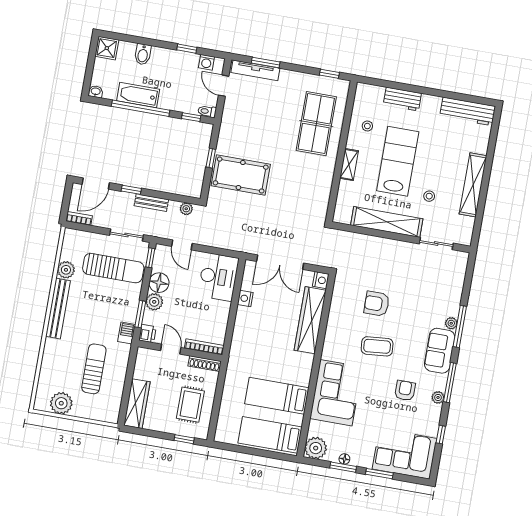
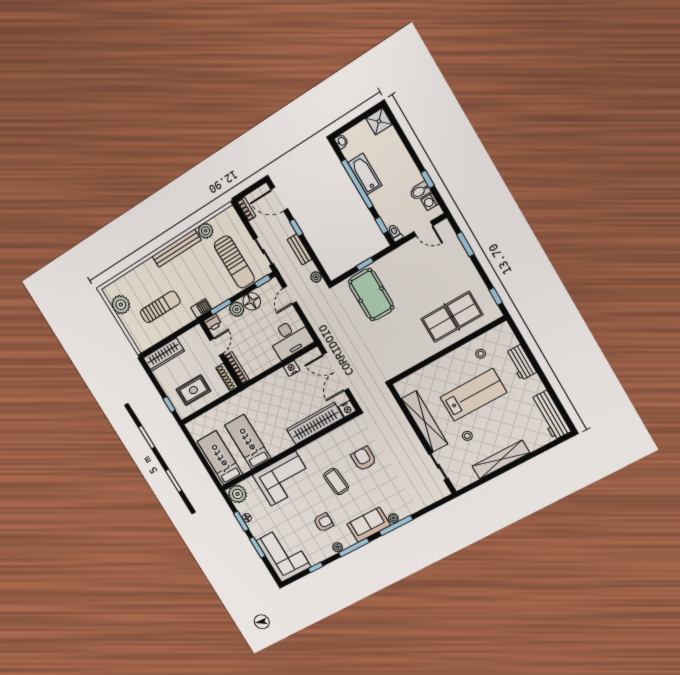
bidet: (143, 54) -> (420, 191), moved
tv unit: (255, 70) -> (453, 242), removed
door: (224, 86) -> (423, 229), swing flipped
shelving: (349, 165) -> (442, 363), removed

